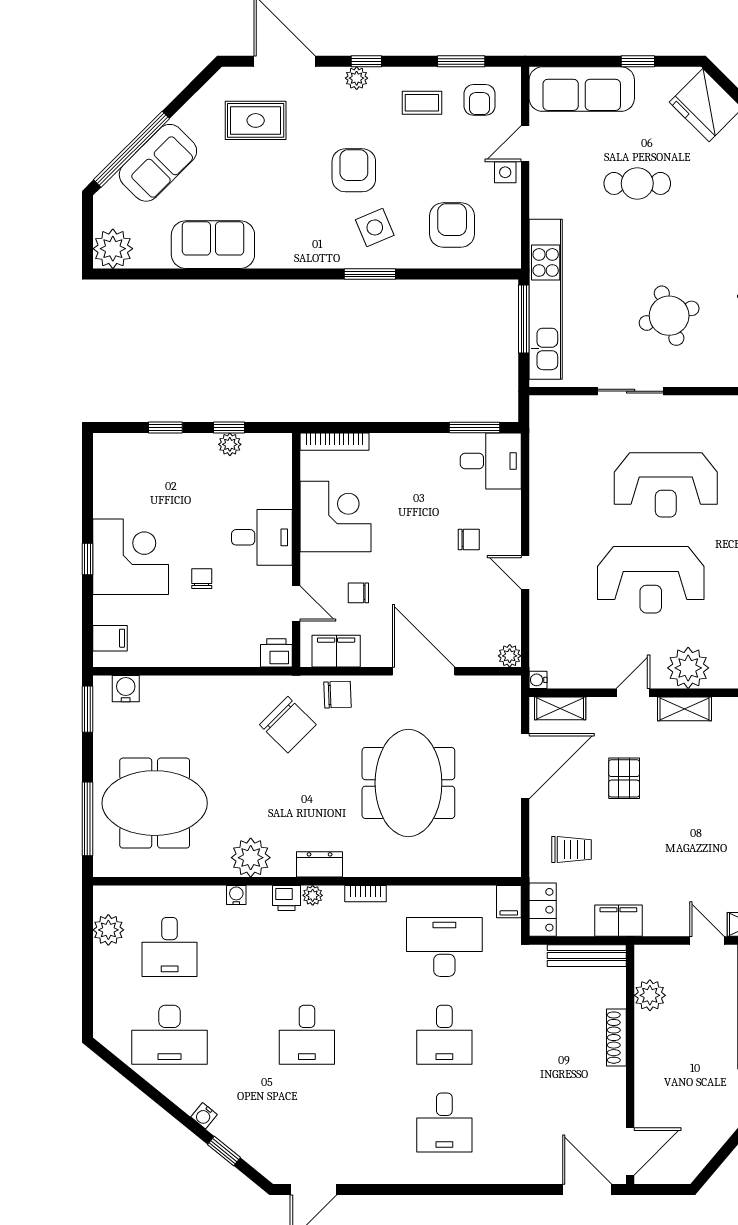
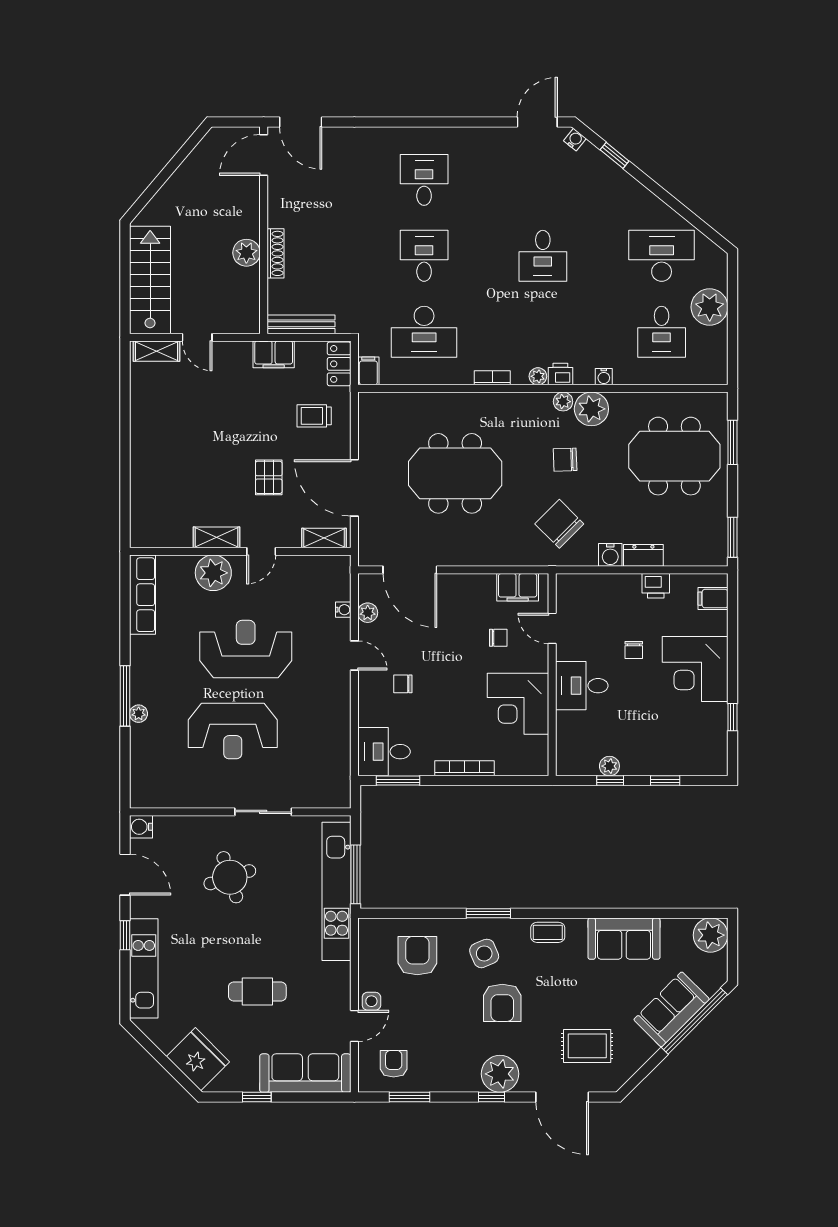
plant: (357, 78) -> (500, 1074), width x1.87, depth x1.87
coffee table: (422, 103) -> (548, 932), moved
armchair: (452, 225) -> (417, 956), turned 180
bookcase: (335, 442) -> (464, 768), moved
reception desk: (666, 485) -> (233, 731), turned 180
window: (87, 559) -> (732, 717), moved
printer: (276, 653) -> (656, 586), moved
plant: (510, 656) -> (368, 613), moved
door: (424, 671) -> (410, 570), moved
water cooler: (538, 680) -> (343, 610), moved
water cooler: (126, 689) -> (610, 555), moved
chair: (337, 695) -> (565, 460), moved
door: (525, 766) -> (354, 488), hinge flipped
meeting table: (408, 783) -> (455, 473), turned 90
window: (87, 819) -> (732, 442), width x0.69
dresser: (320, 864) -> (643, 555), moved, turned 180
plant: (283, 866) -> (563, 402), added
plant: (108, 930) -> (710, 307), moved, width x1.36, depth x1.36
desk: (170, 947) -> (662, 332), turned 180
plant: (650, 995) -> (246, 253), moved
desk: (307, 1035) -> (543, 256), turned 180
water cooler: (204, 1116) -> (575, 140), moved

